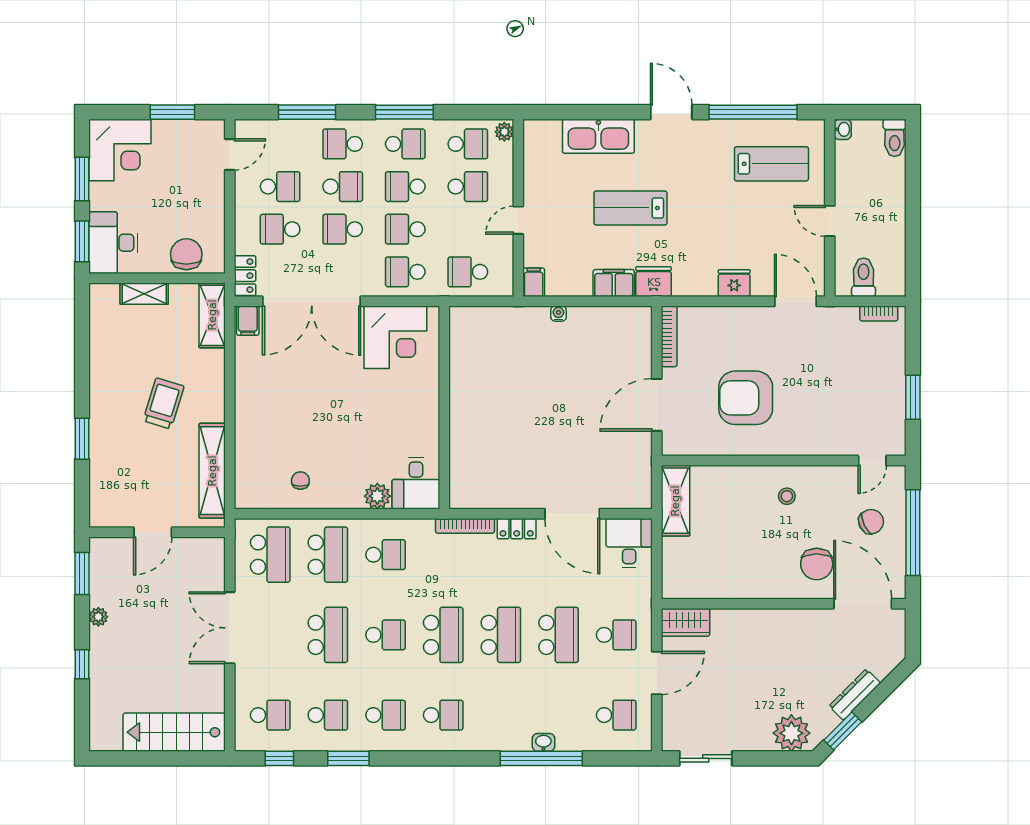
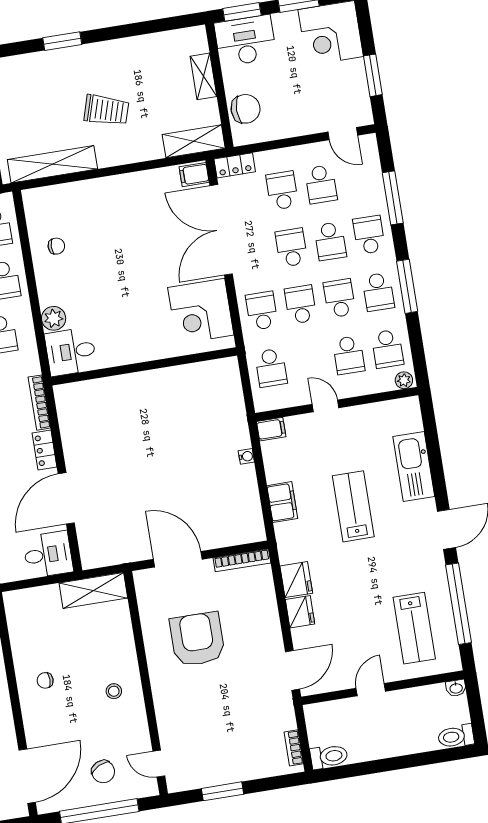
school desk: (468, 272) -> (271, 368), turned 180
toilet: (864, 277) -> (329, 757), moved
fridge: (654, 282) -> (296, 580), moved
chair: (817, 564) -> (45, 680), moved, width x0.54, depth x0.54

